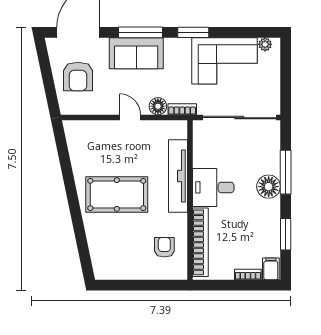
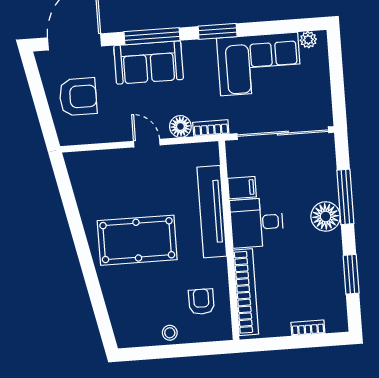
armchair: (78, 76) -> (78, 97), turned -90
filing cabinet: (271, 269) -> (242, 188), moved, turned 90
stool: (137, 270) -> (170, 333), added

